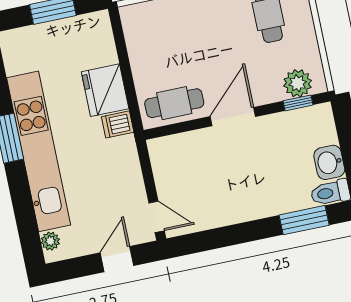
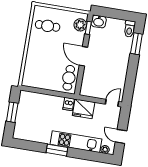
fridge: (105, 90) -> (84, 109), moved
kitchen unit: (39, 151) -> (76, 142), width x0.73
washbasin: (329, 162) -> (99, 21), moved
door: (117, 259) -> (121, 136), moved

